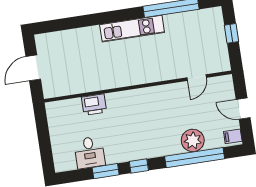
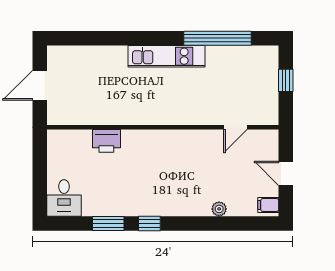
plant: (193, 140) -> (219, 209), width x0.53, depth x0.53
desk: (89, 152) -> (64, 198), moved
window: (195, 158) -> (218, 223), removed

